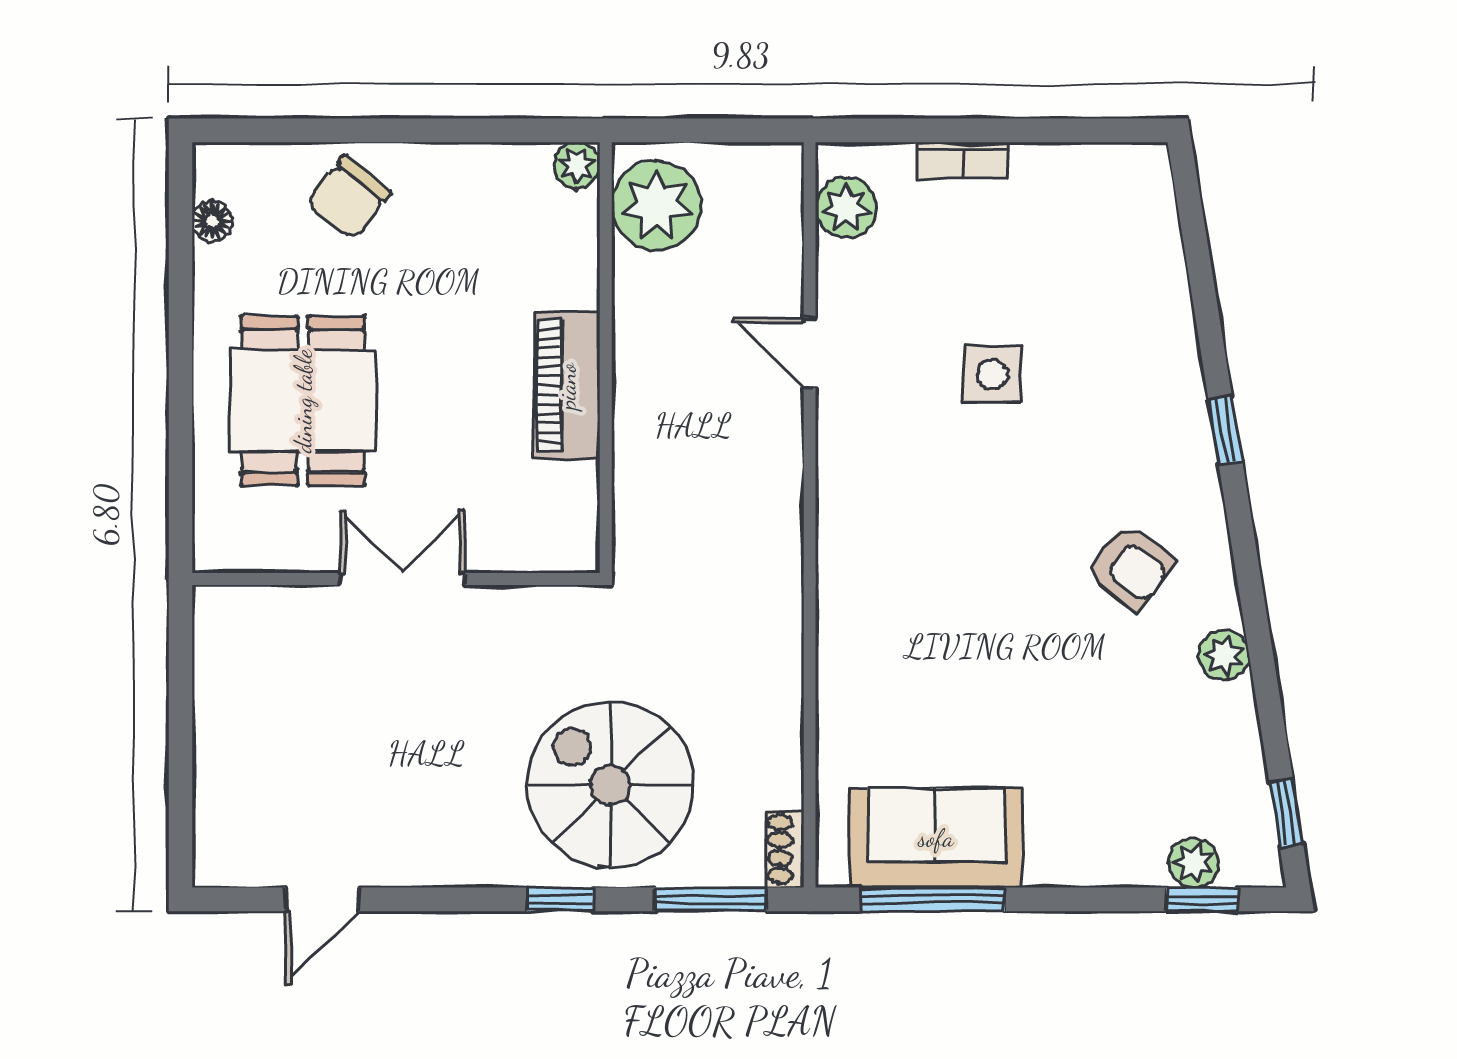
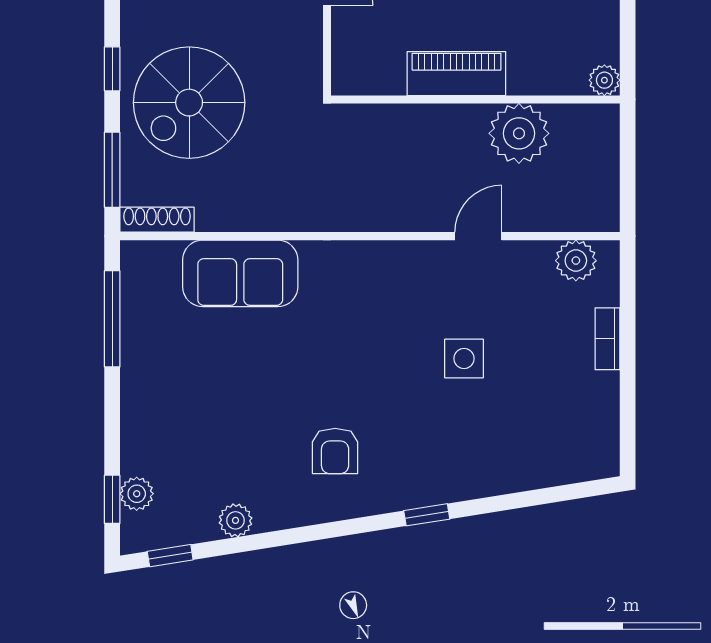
plant: (656, 205) -> (519, 133), moved
armchair: (1130, 567) -> (335, 451), turned -37
plant: (1224, 655) -> (235, 520), moved
spiral stairs: (610, 785) -> (189, 103), turned 180
sofa: (936, 838) -> (240, 273), moved, turned 90
shoe rack: (785, 849) -> (157, 220), width x1.43

